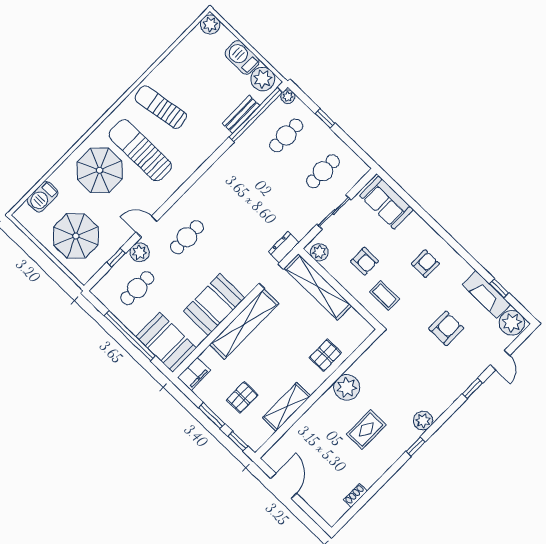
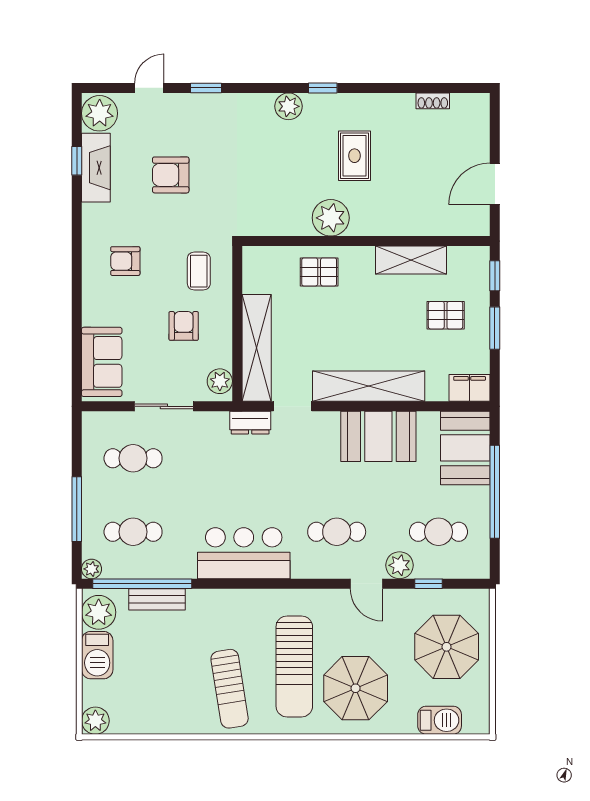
window: (325, 118) -> (77, 509), width x2.17
bar counter: (222, 180) -> (244, 553), added
rug: (366, 430) -> (354, 156), turned 90

